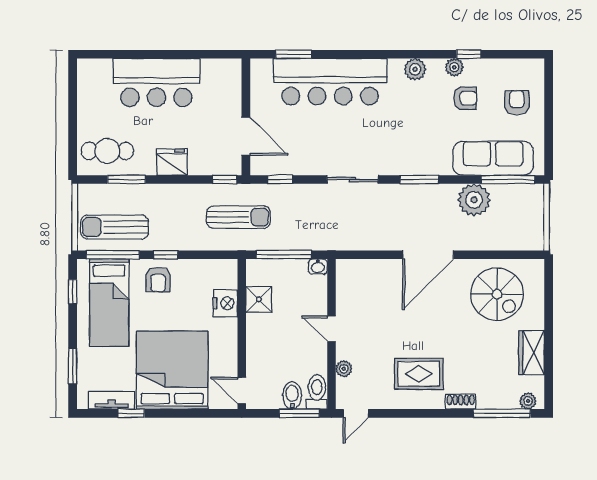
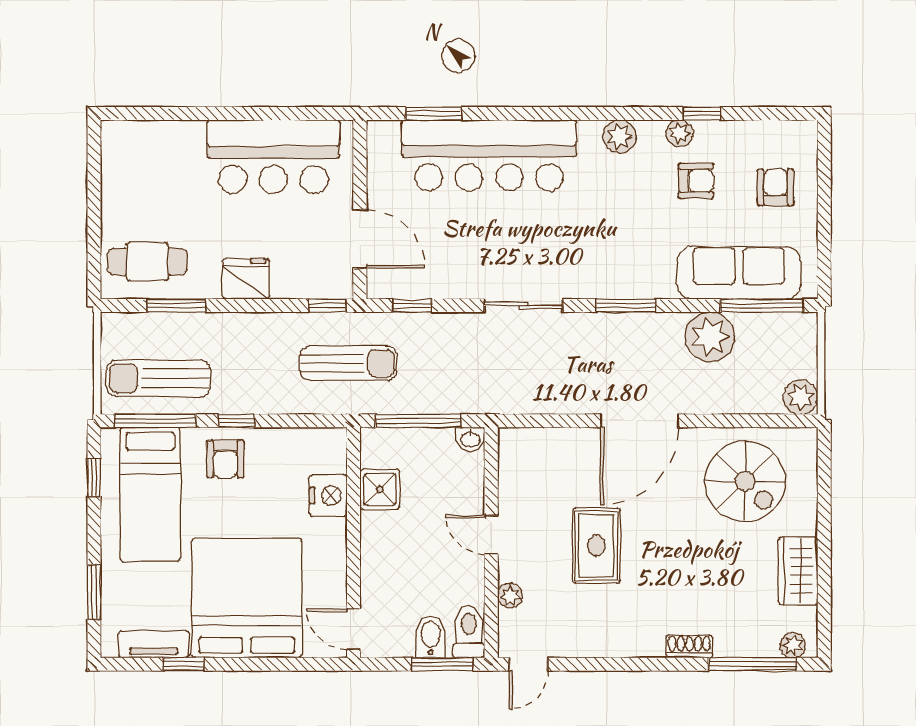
bar counter: (156, 82) -> (273, 157), moved
plant: (533, 239) -> (800, 397), added
rug: (419, 374) -> (596, 546), moved, turned 90

